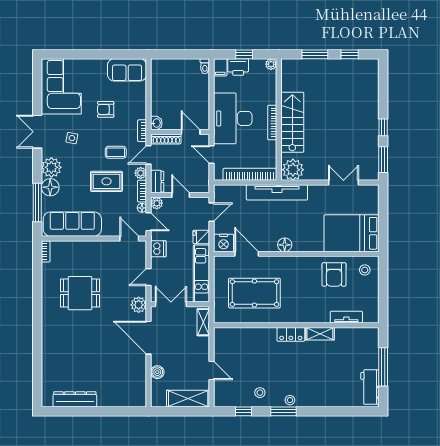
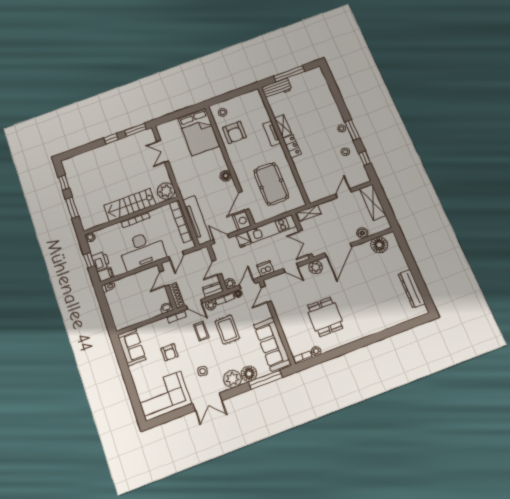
tv unit: (277, 192) -> (197, 220), moved
plant: (47, 268) -> (316, 351), added
armchair: (334, 274) -> (234, 132), turned 90
tv unit: (346, 317) -> (272, 133), moved
floor lamp: (137, 385) -> (379, 245), added
workbench: (370, 387) -> (277, 89), moved

